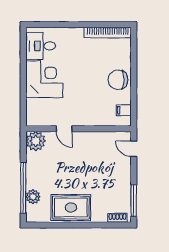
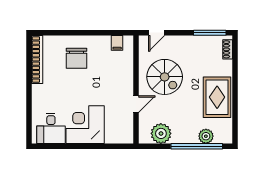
chair: (118, 80) -> (76, 58), moved
plant: (36, 141) -> (161, 133), moved
spiral stairs: (91, 156) -> (165, 77), added

